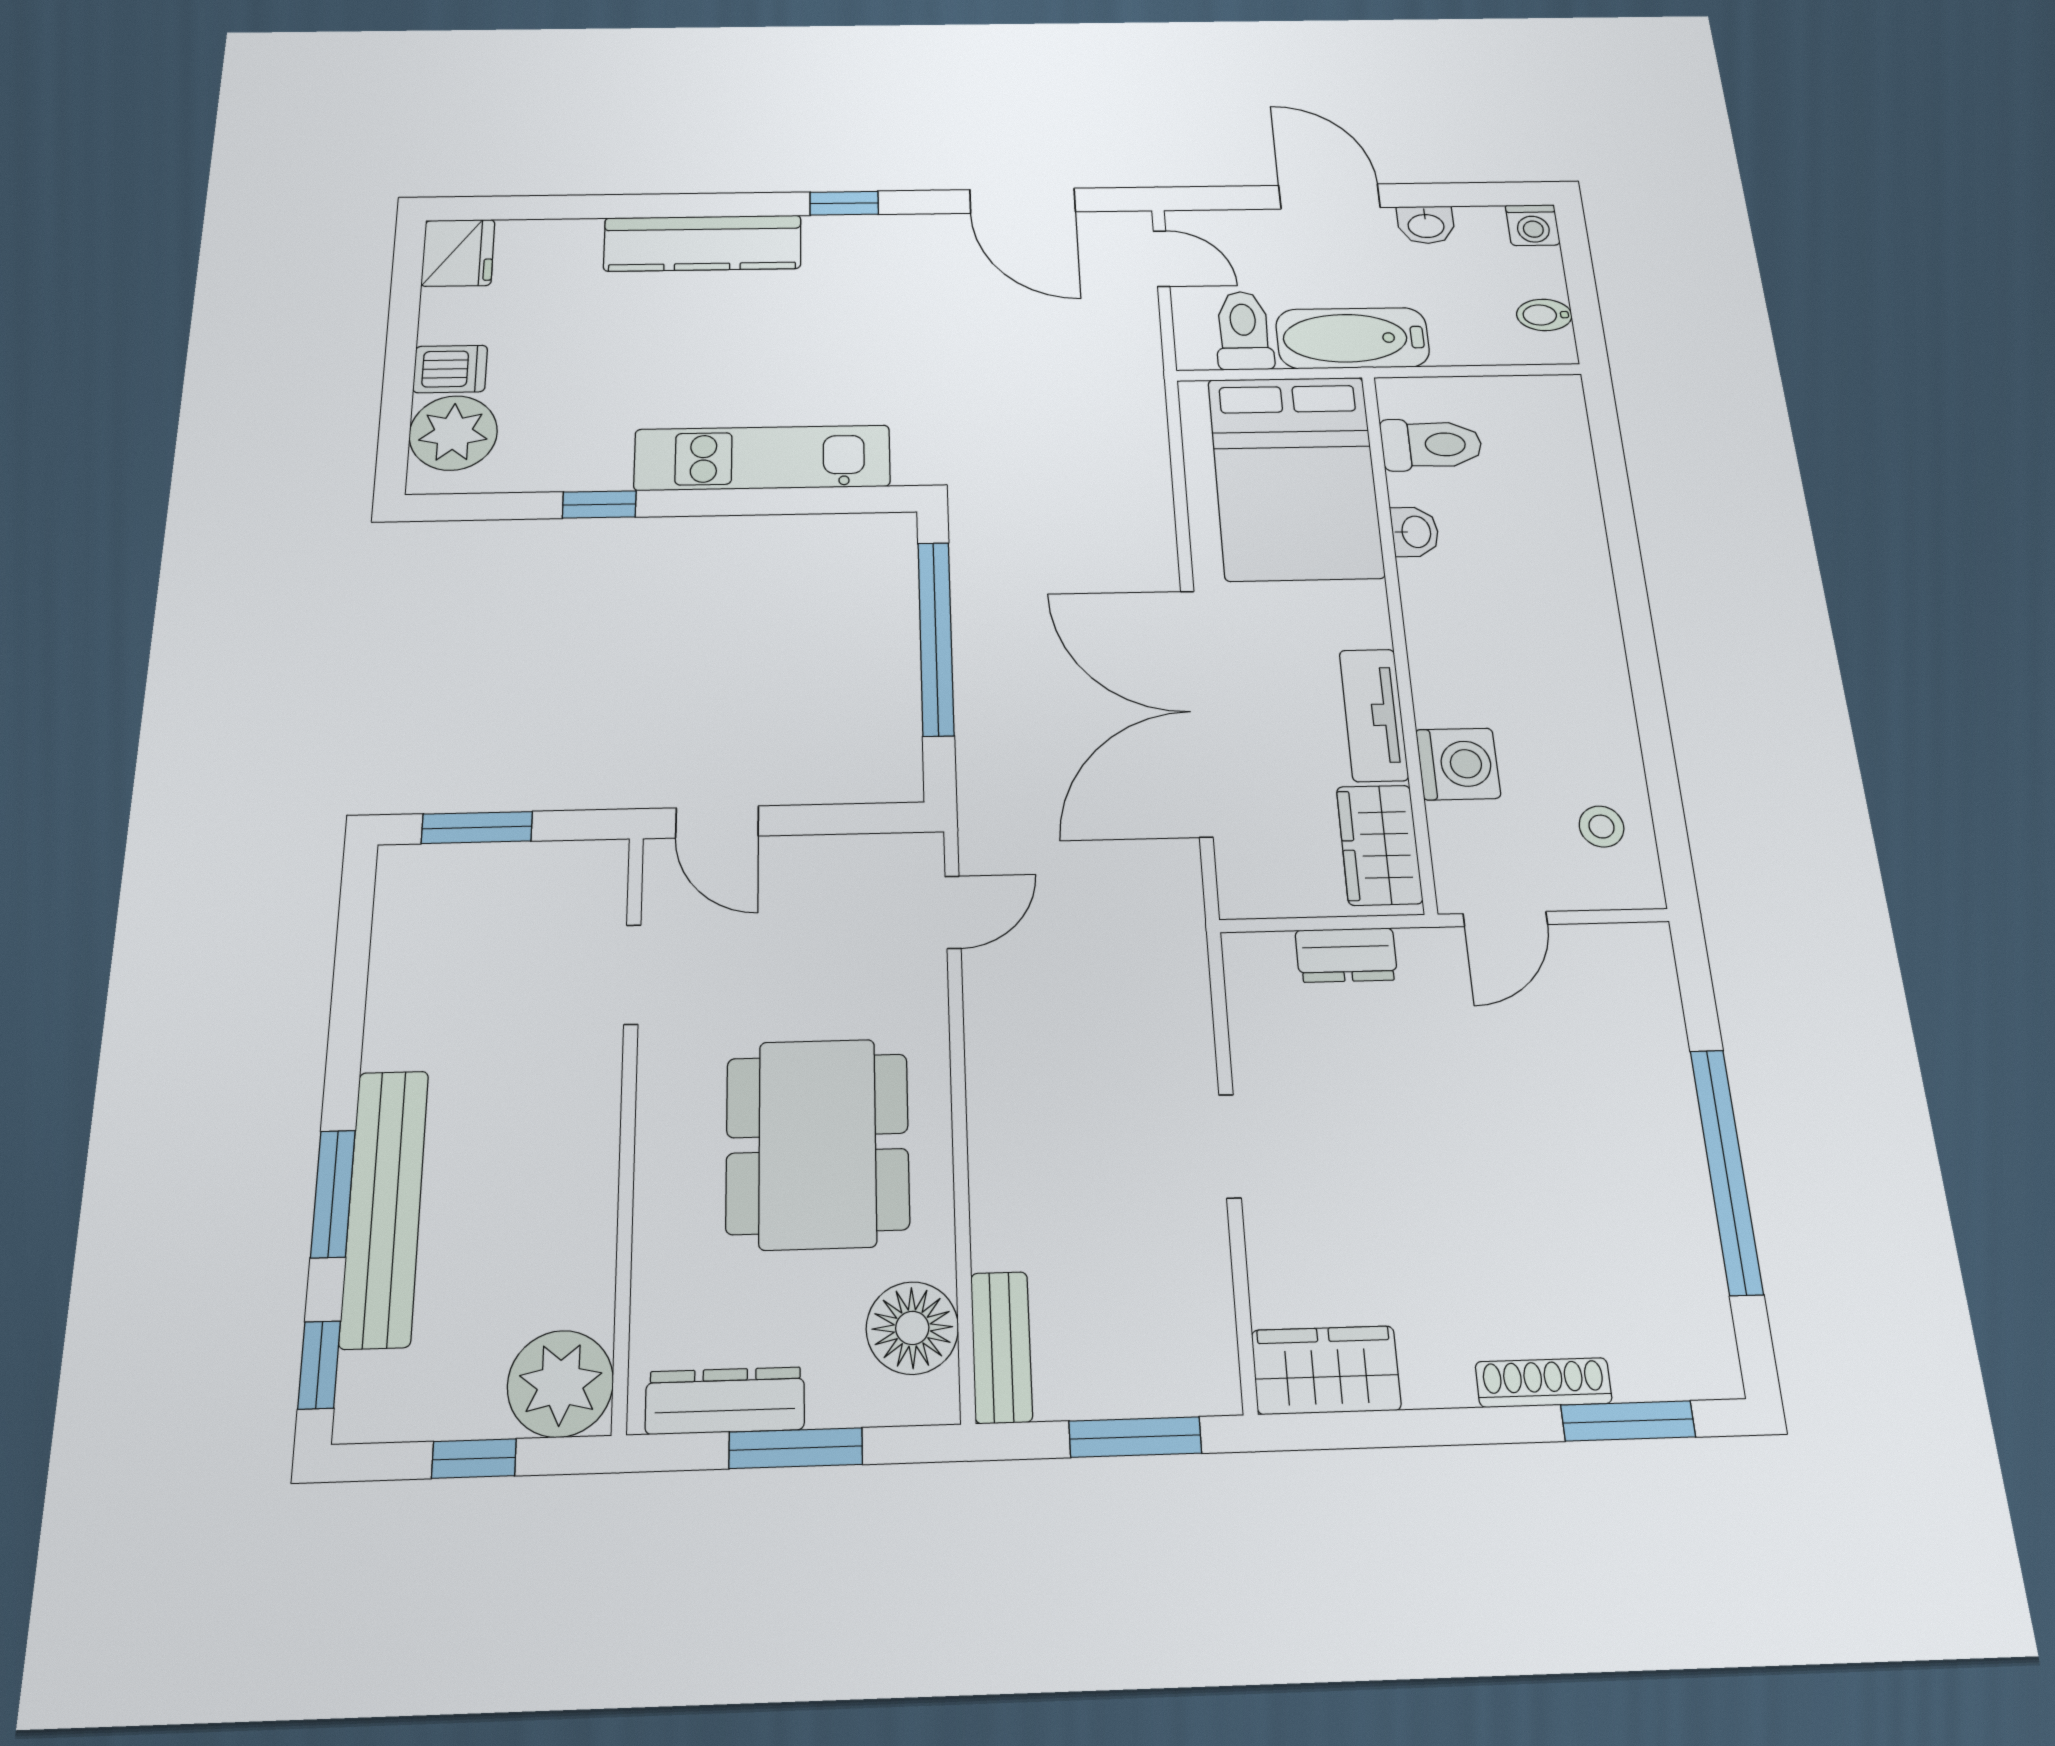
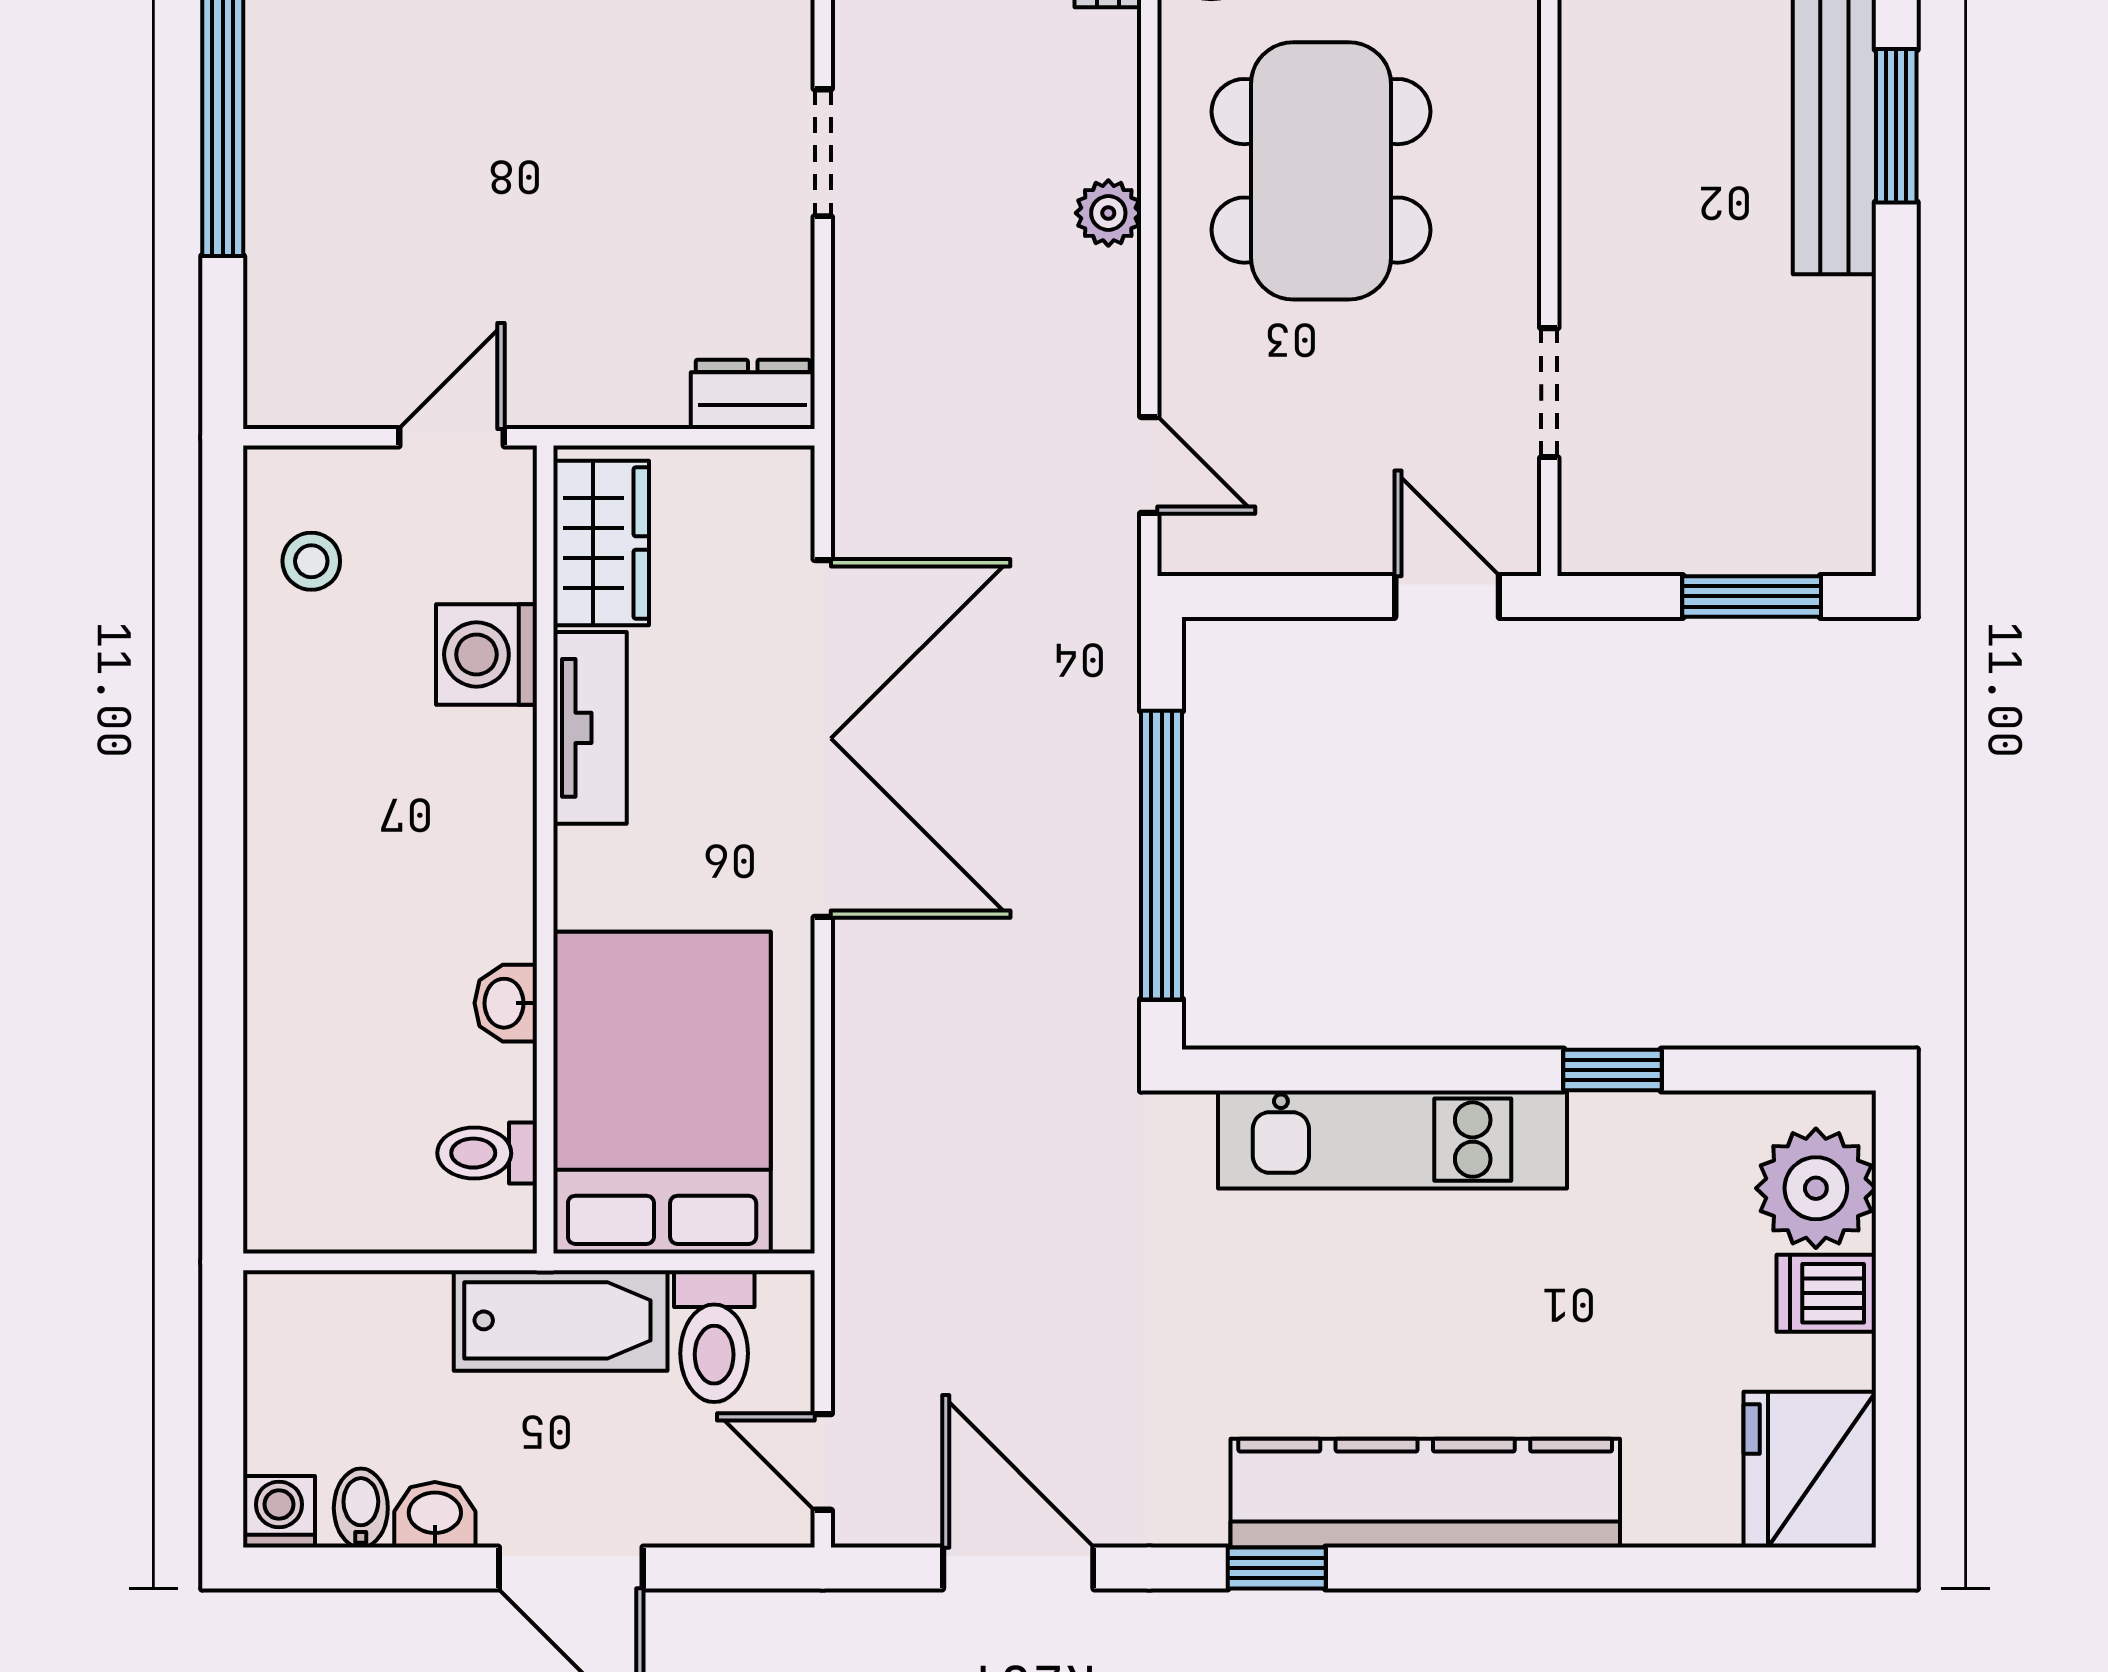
kitchen counter: (703, 243) -> (1425, 1493), width x1.39, depth x1.17
fridge: (458, 253) -> (1810, 1470), width x1.36, depth x1.34
bidet: (1544, 315) -> (361, 1508), moved, turned -90
toilet: (1431, 445) -> (487, 1153), width x0.73, depth x0.72
door: (953, 912) -> (1149, 465), swing flipped
dresser: (1346, 955) -> (753, 394), moved
plant: (992, 1105) -> (1108, 213), added

